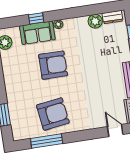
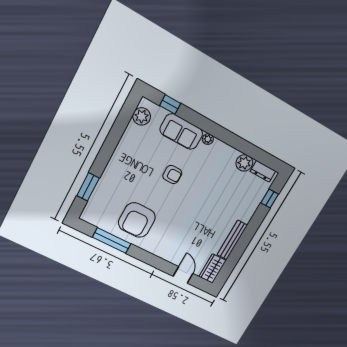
window: (36, 18) -> (170, 105), moved
armchair: (53, 65) -> (172, 175), width x0.53, depth x0.53
armchair: (53, 114) -> (137, 220), turned 98

